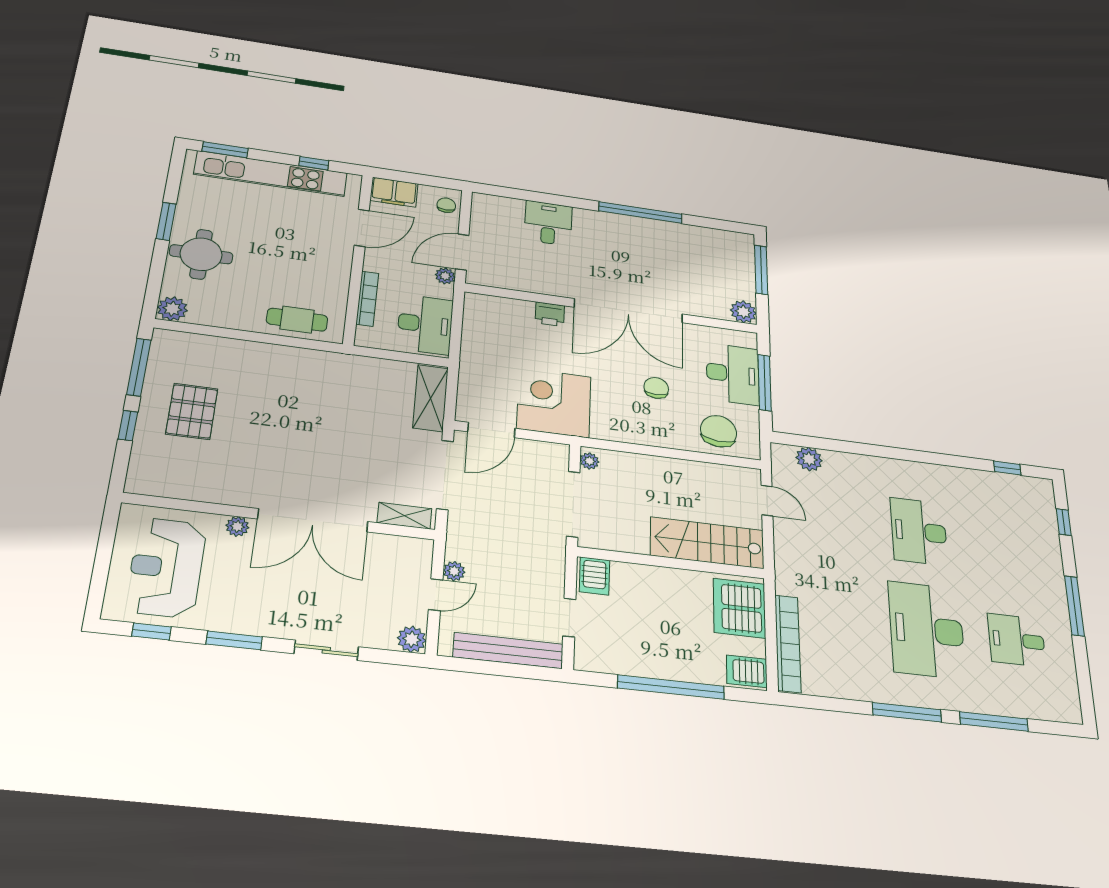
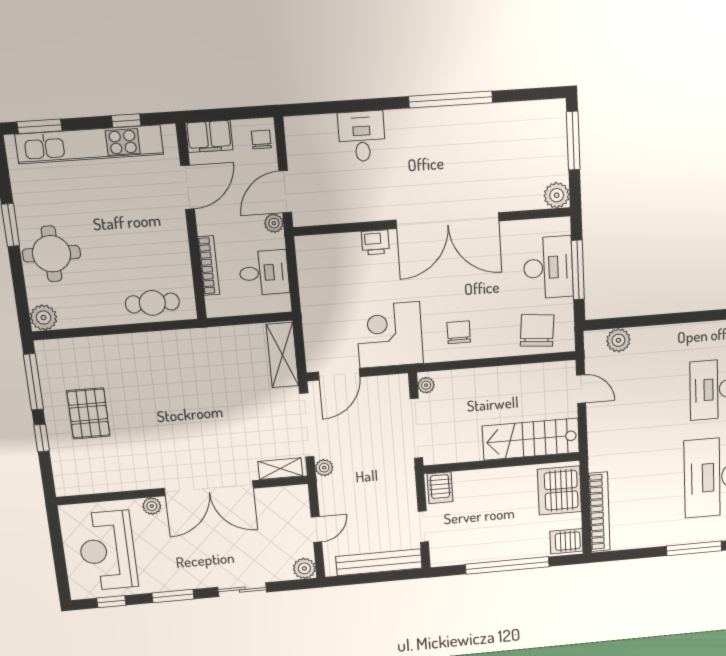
desk: (425, 324) -> (264, 273), width x0.73
chair: (656, 388) -> (459, 332), moved
plant: (454, 571) -> (324, 468), moved

